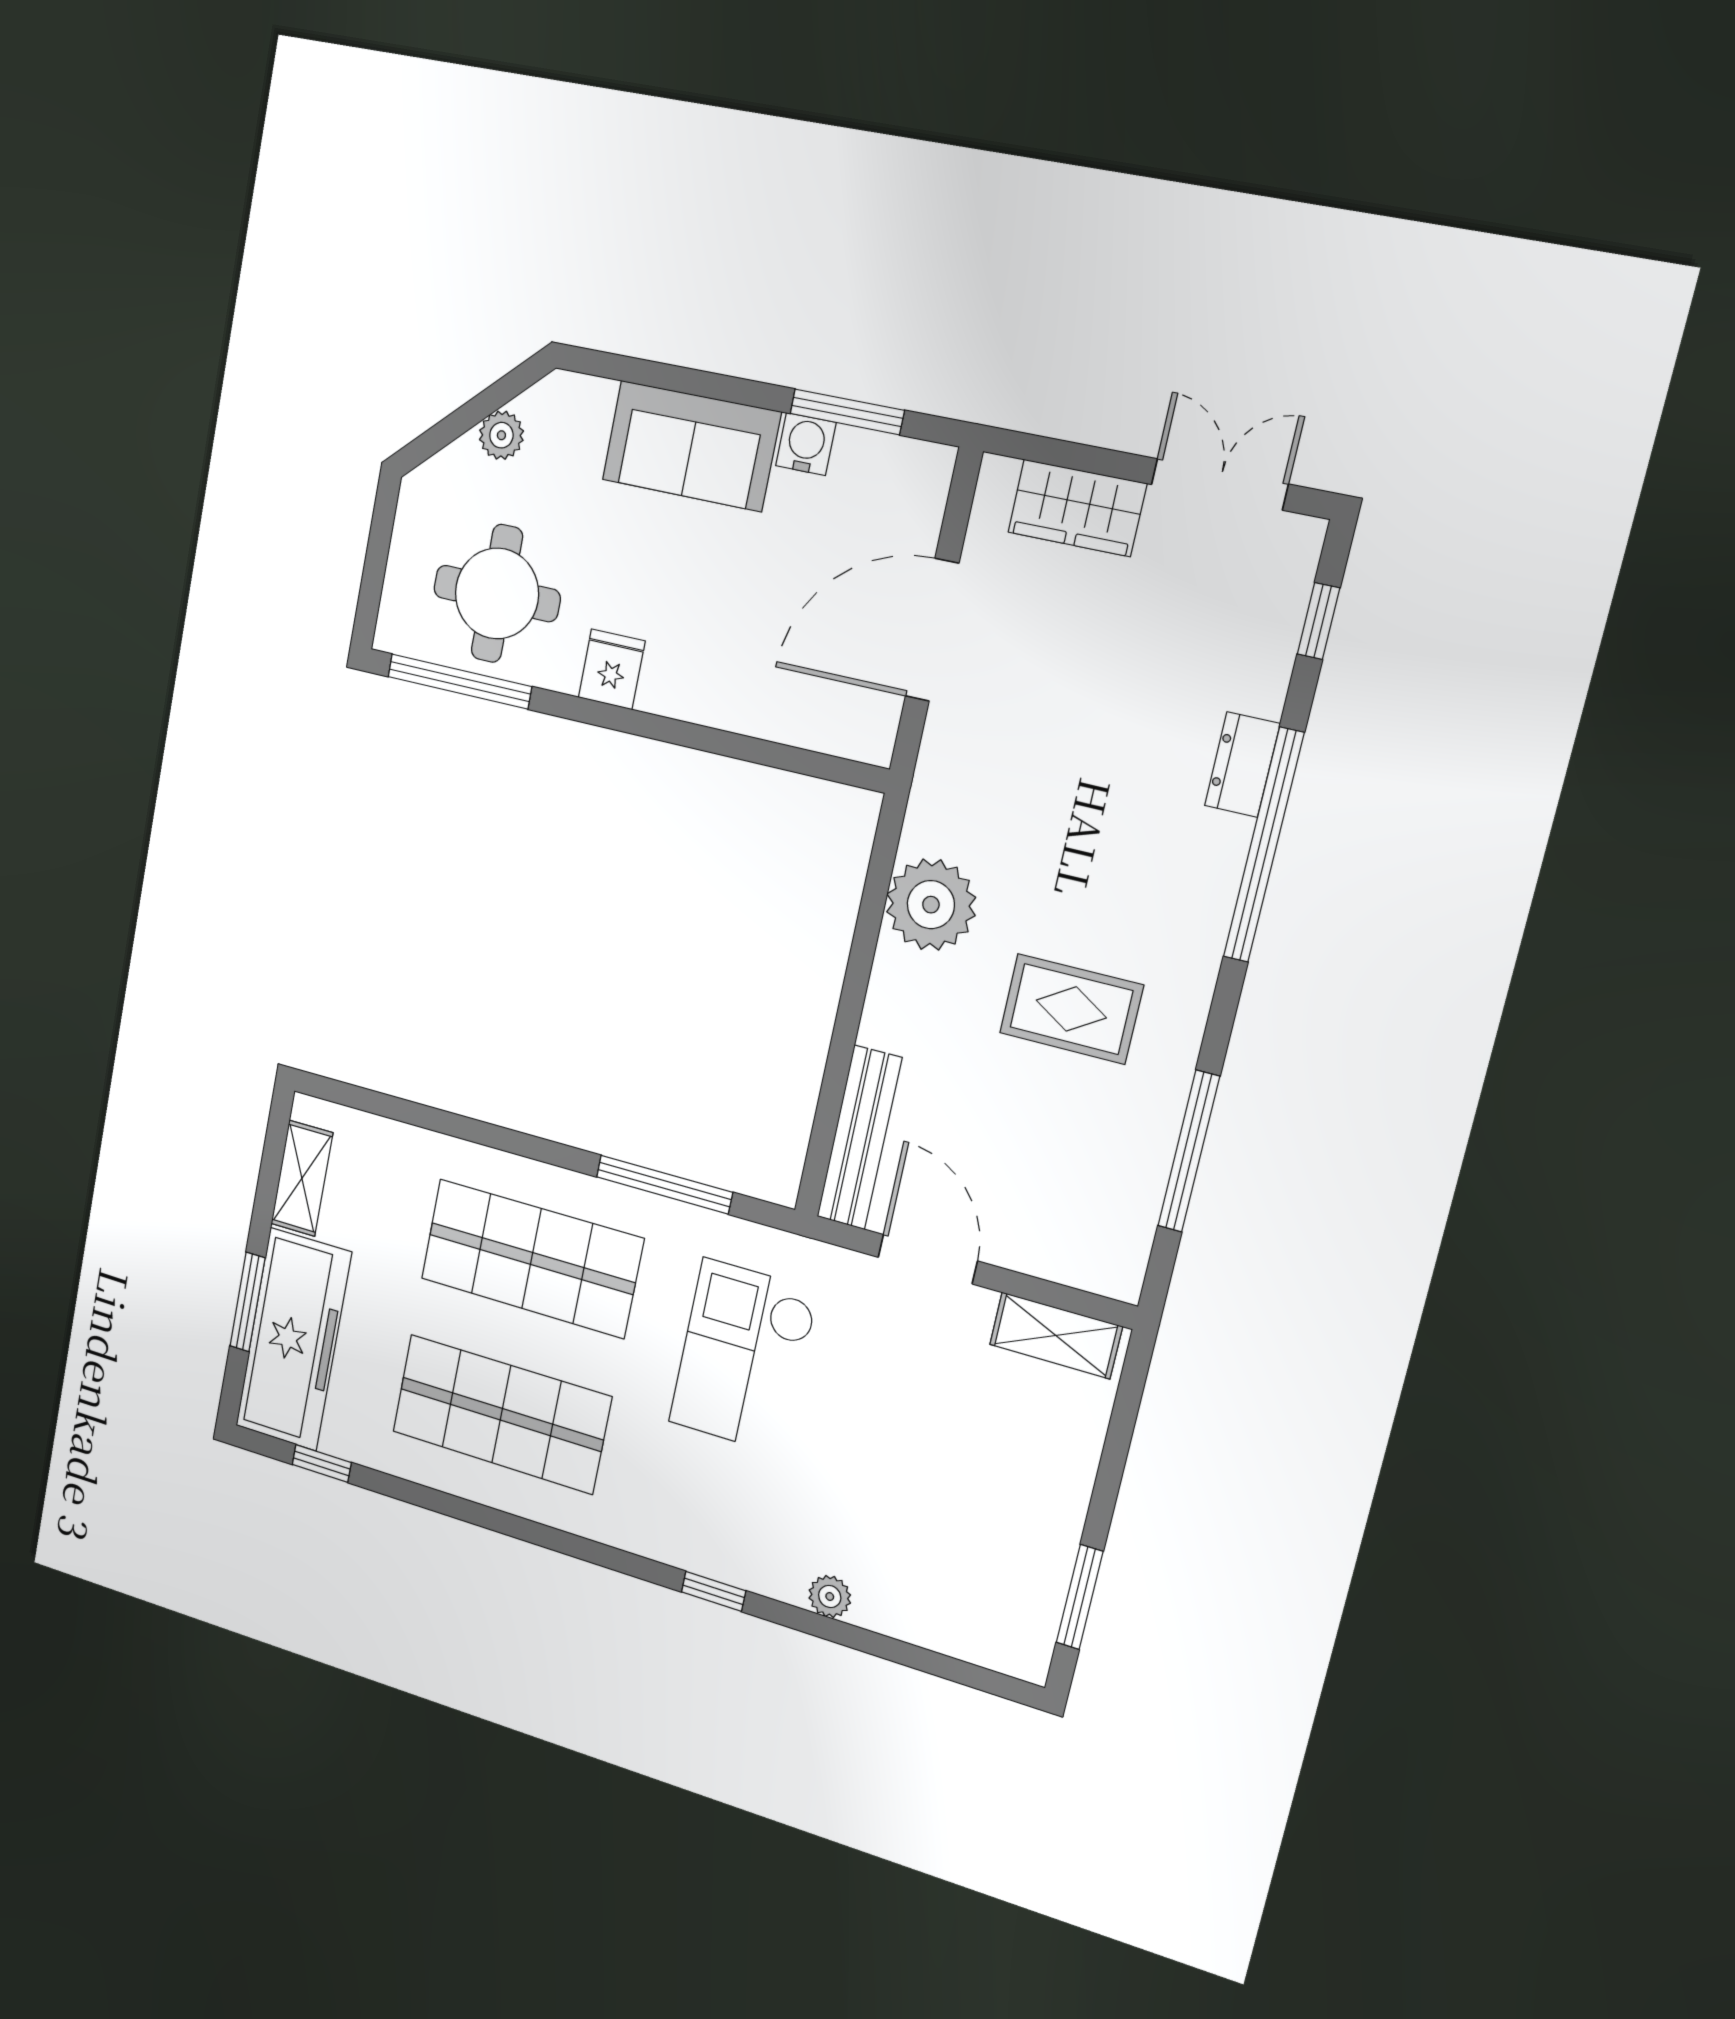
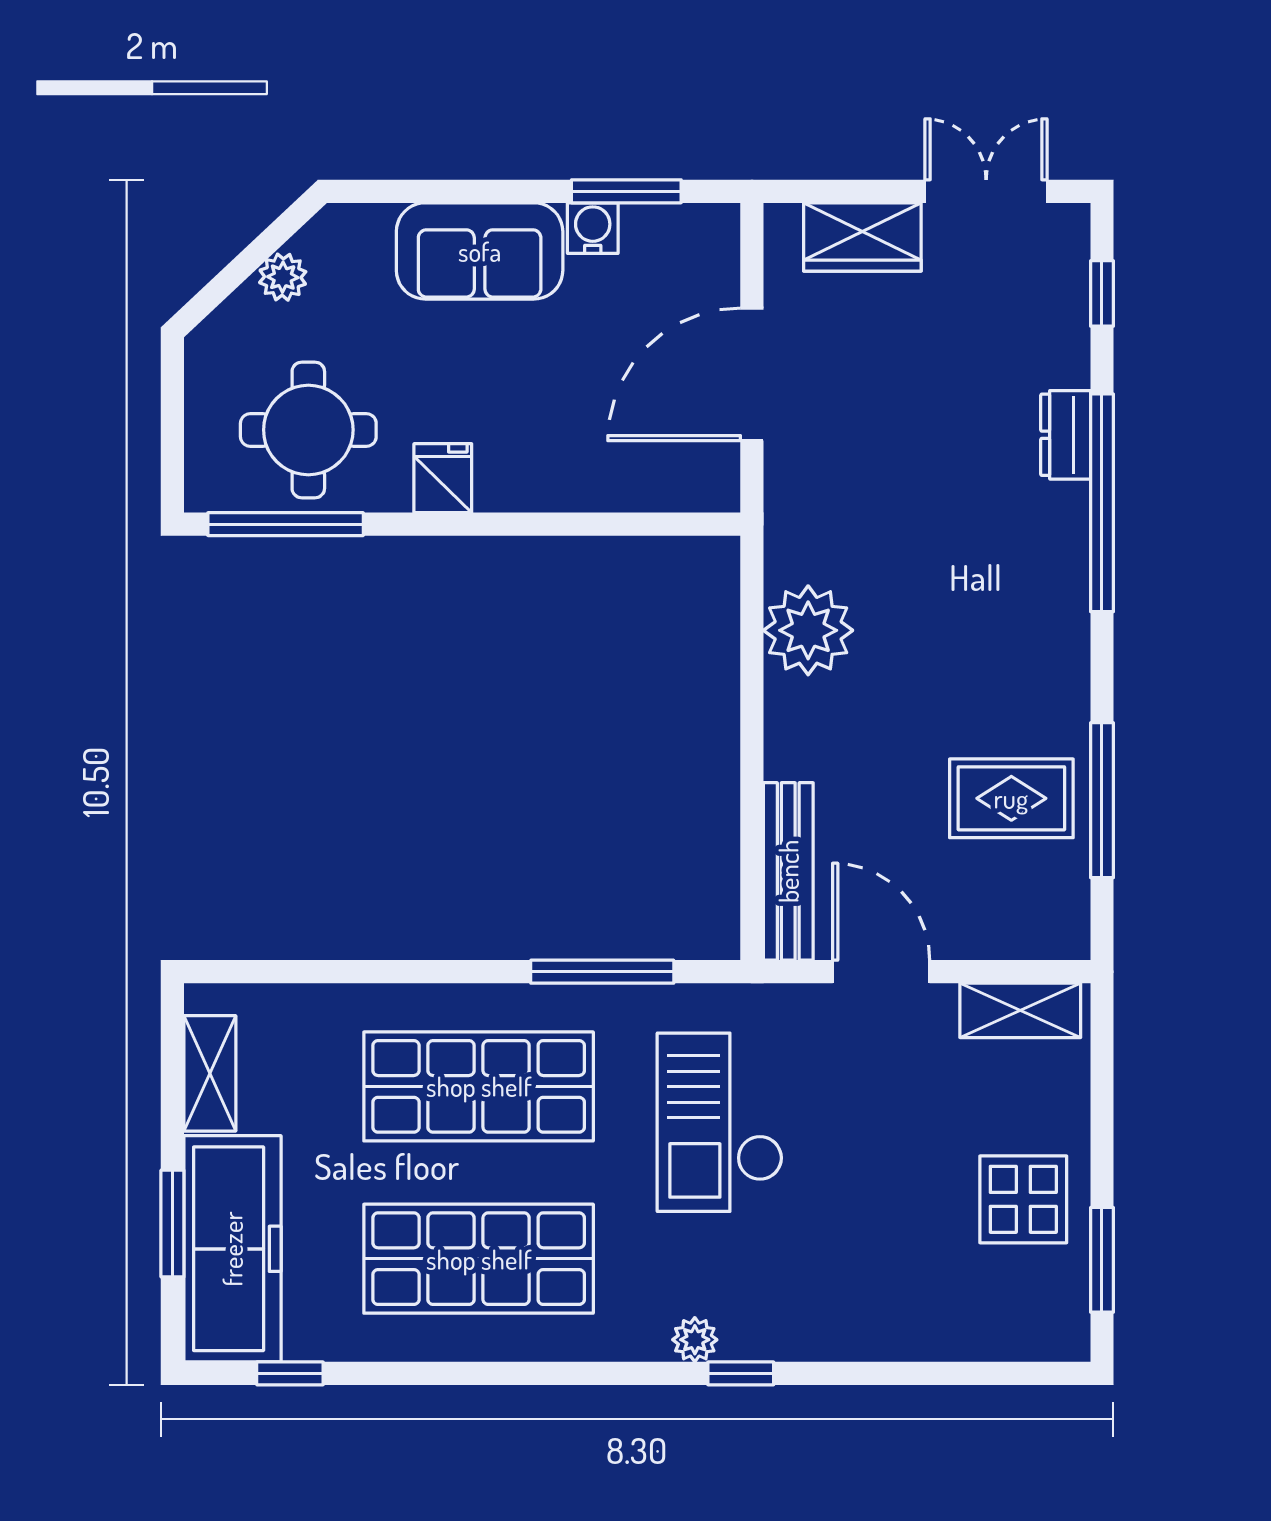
rug: (1071, 1009) -> (1011, 798), moved
display table: (1016, 1516) -> (1023, 1199), added
plant: (830, 1596) -> (695, 1340), moved

